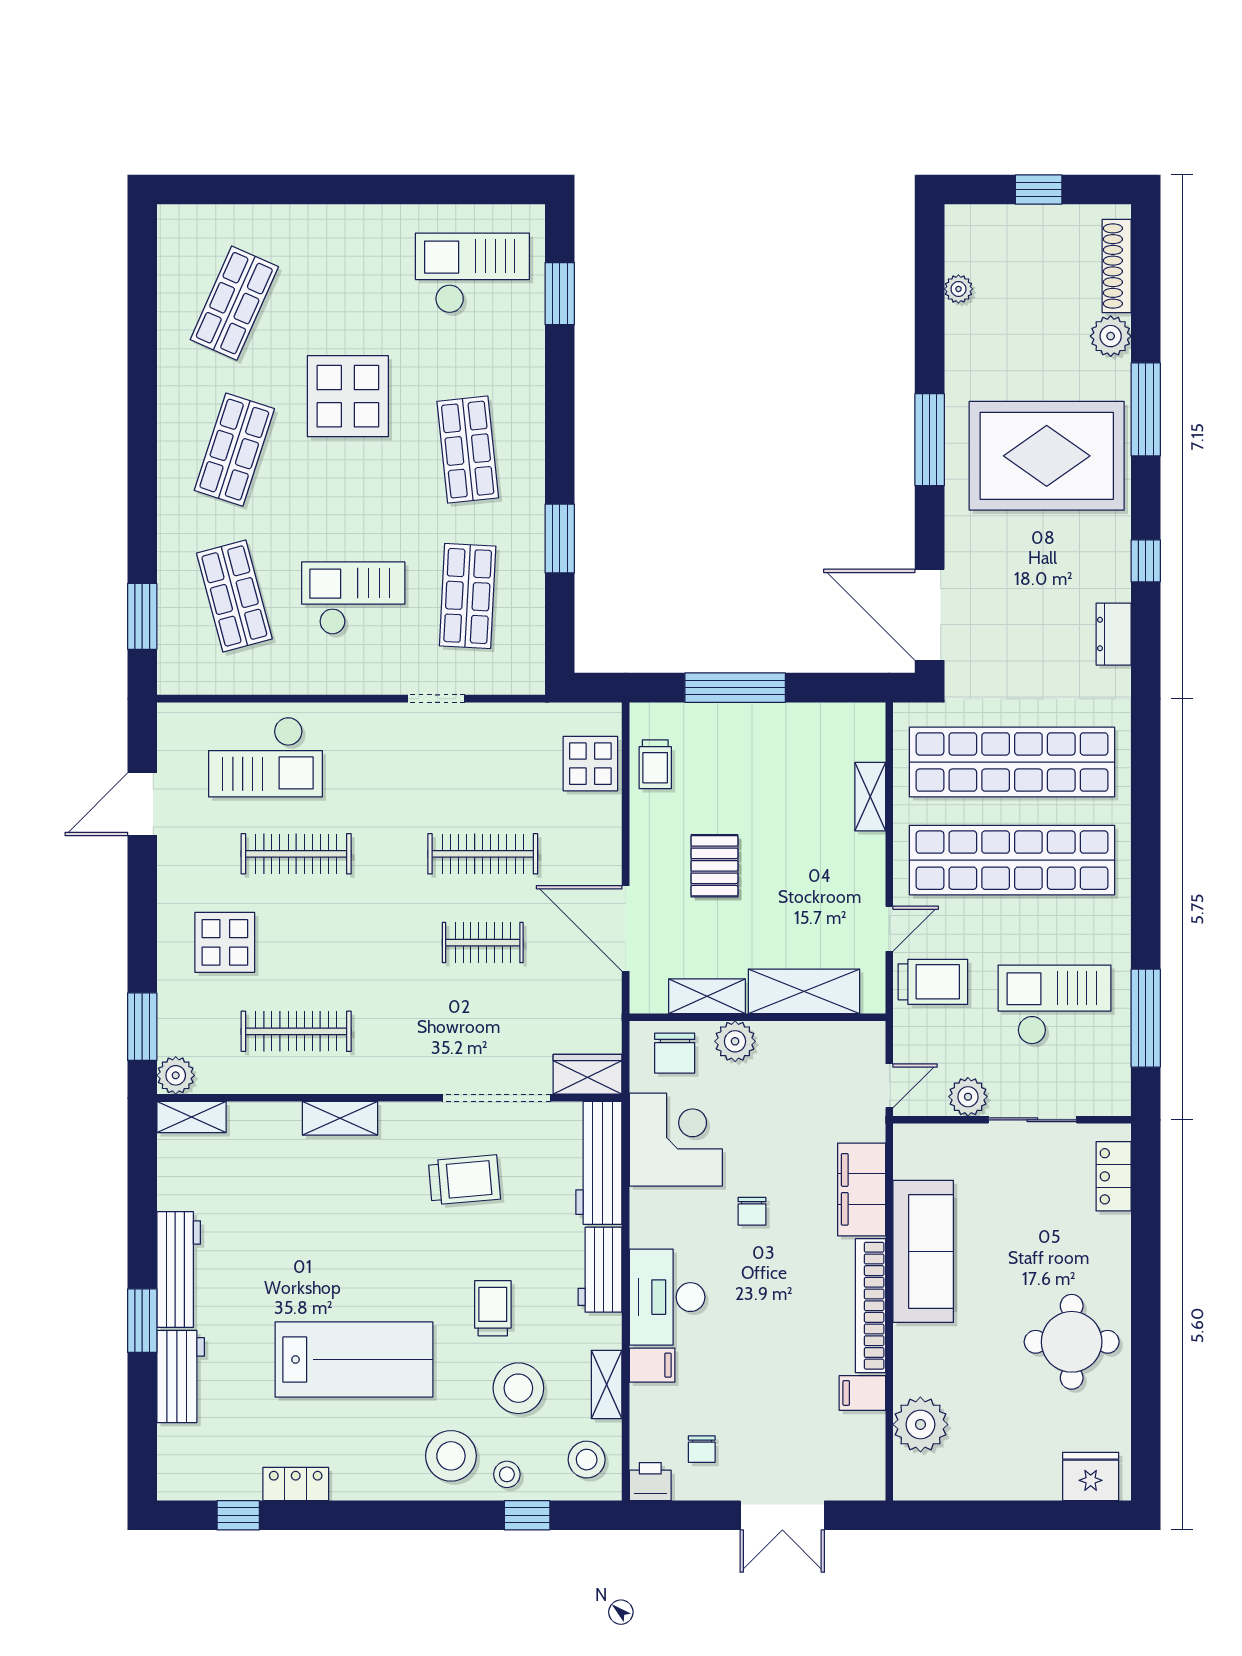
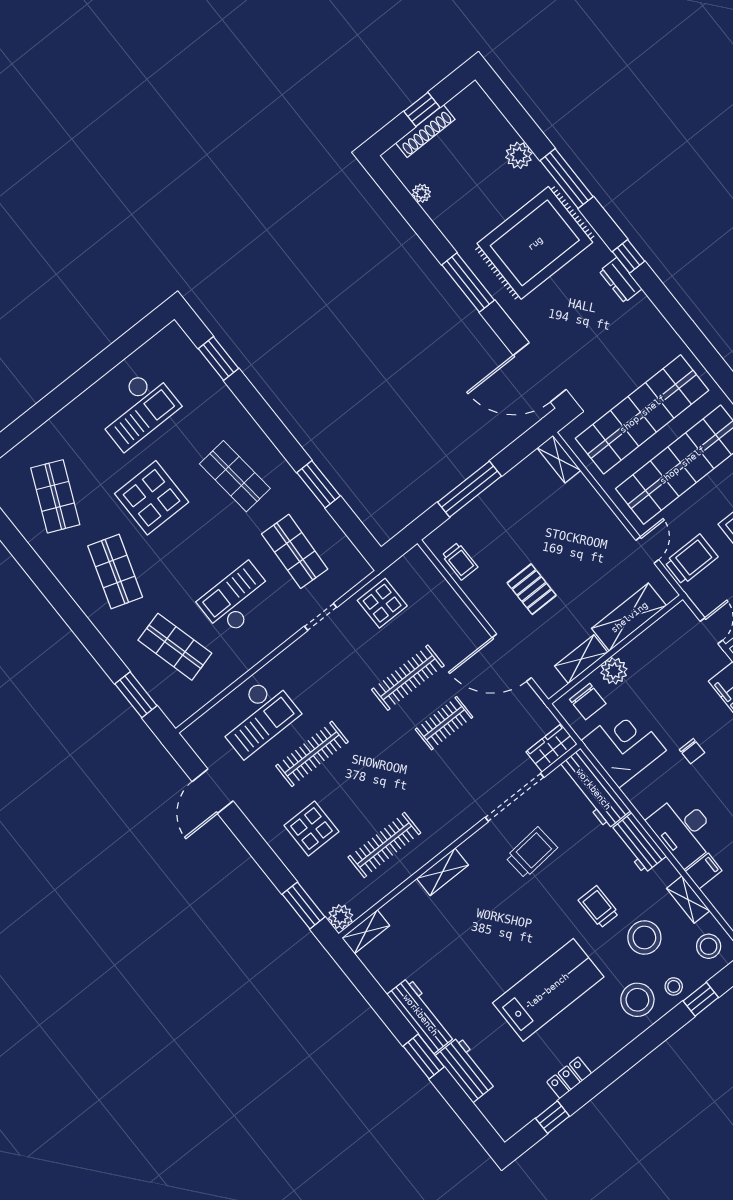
shoe rack: (1117, 266) -> (425, 131), moved, turned -90
checkout: (472, 273) -> (137, 409), moved, turned 180
dresser: (1114, 634) -> (621, 280), moved
display table: (590, 764) -> (382, 603), moved
shelving: (870, 797) -> (559, 459), moved

